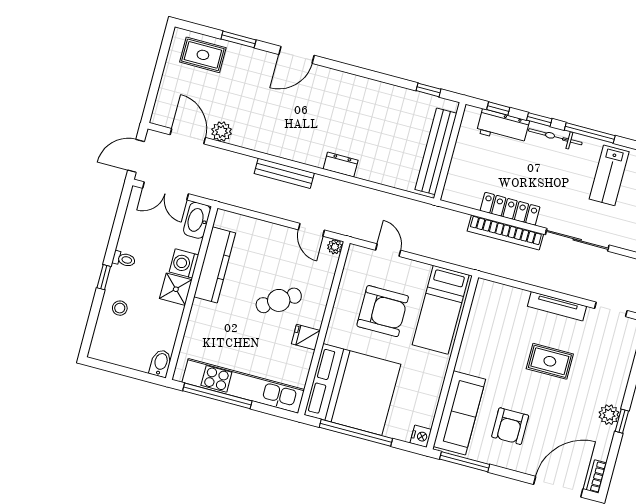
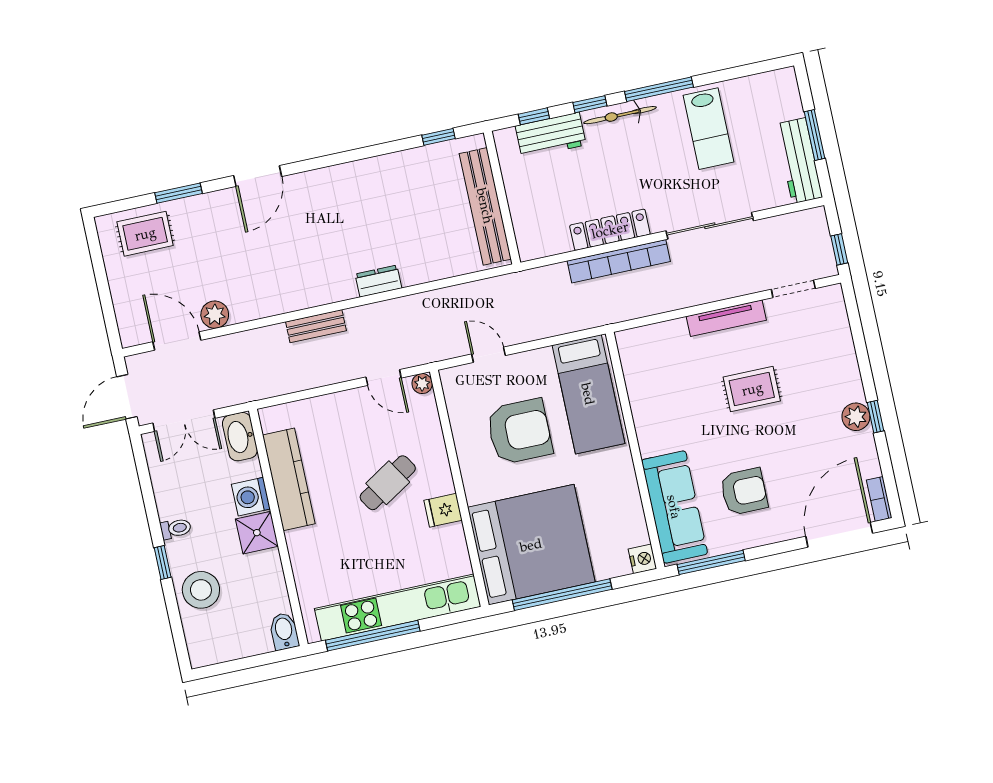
bench: (284, 173) -> (316, 326), width x0.73
stool: (120, 308) -> (201, 590), width x1.89, depth x1.89
armchair: (510, 426) -> (744, 492), turned -90

